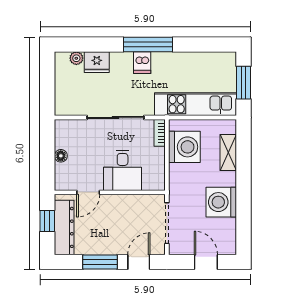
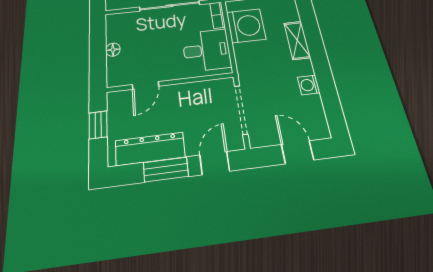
shelving: (228, 152) -> (297, 40), moved
desk: (123, 170) -> (207, 50), moved, turned -90
washing machine: (221, 202) -> (309, 85), width x0.53, depth x0.53
dresser: (64, 227) -> (150, 149), moved, turned -90

